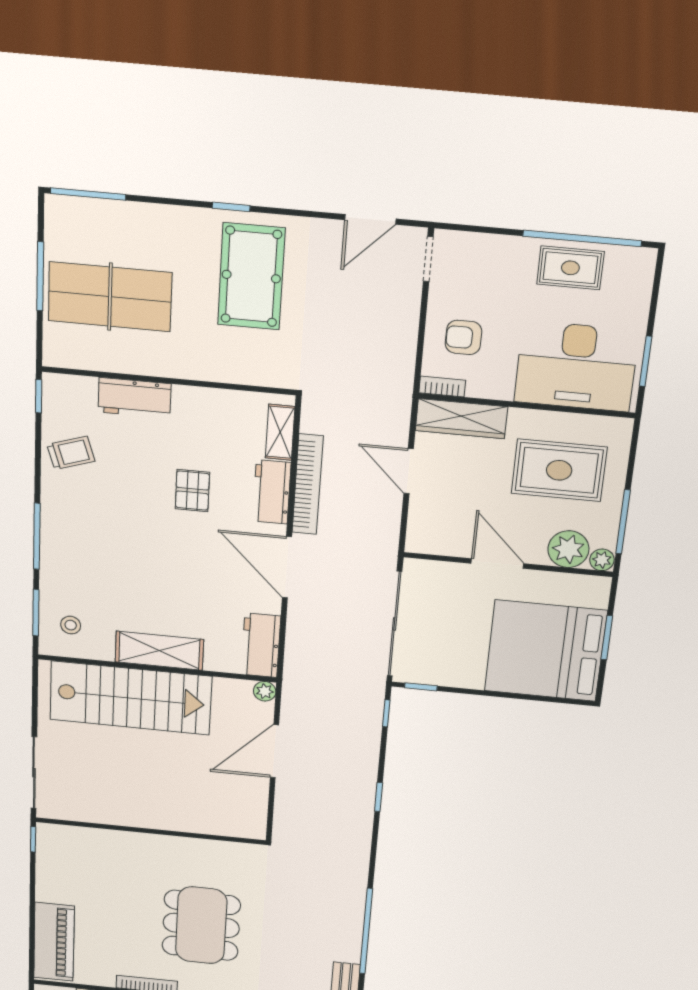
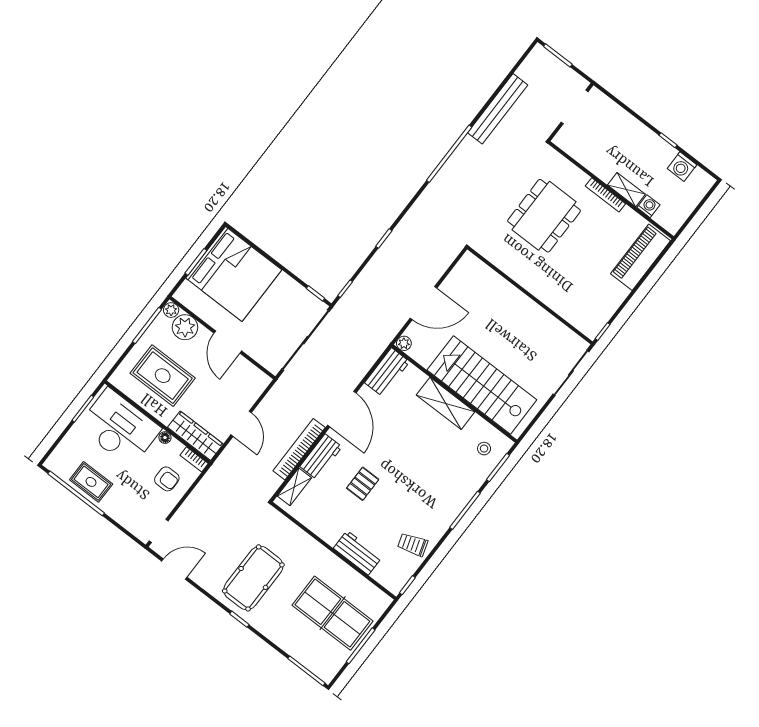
floor lamp: (503, 391) -> (165, 438), added

